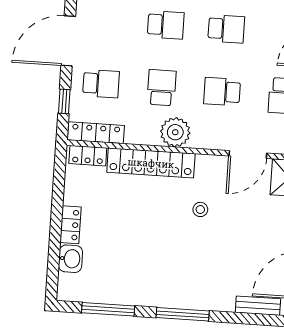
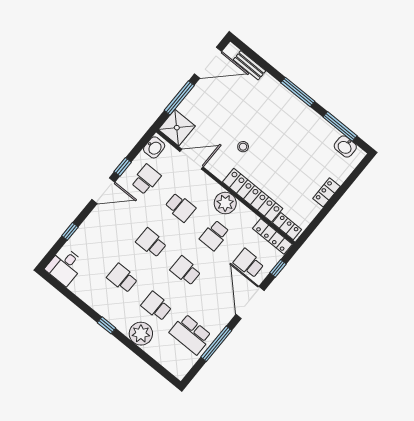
door: (68, 41) -> (250, 303), swing flipped
washbasin: (70, 259) -> (345, 147), moved, turned -90

